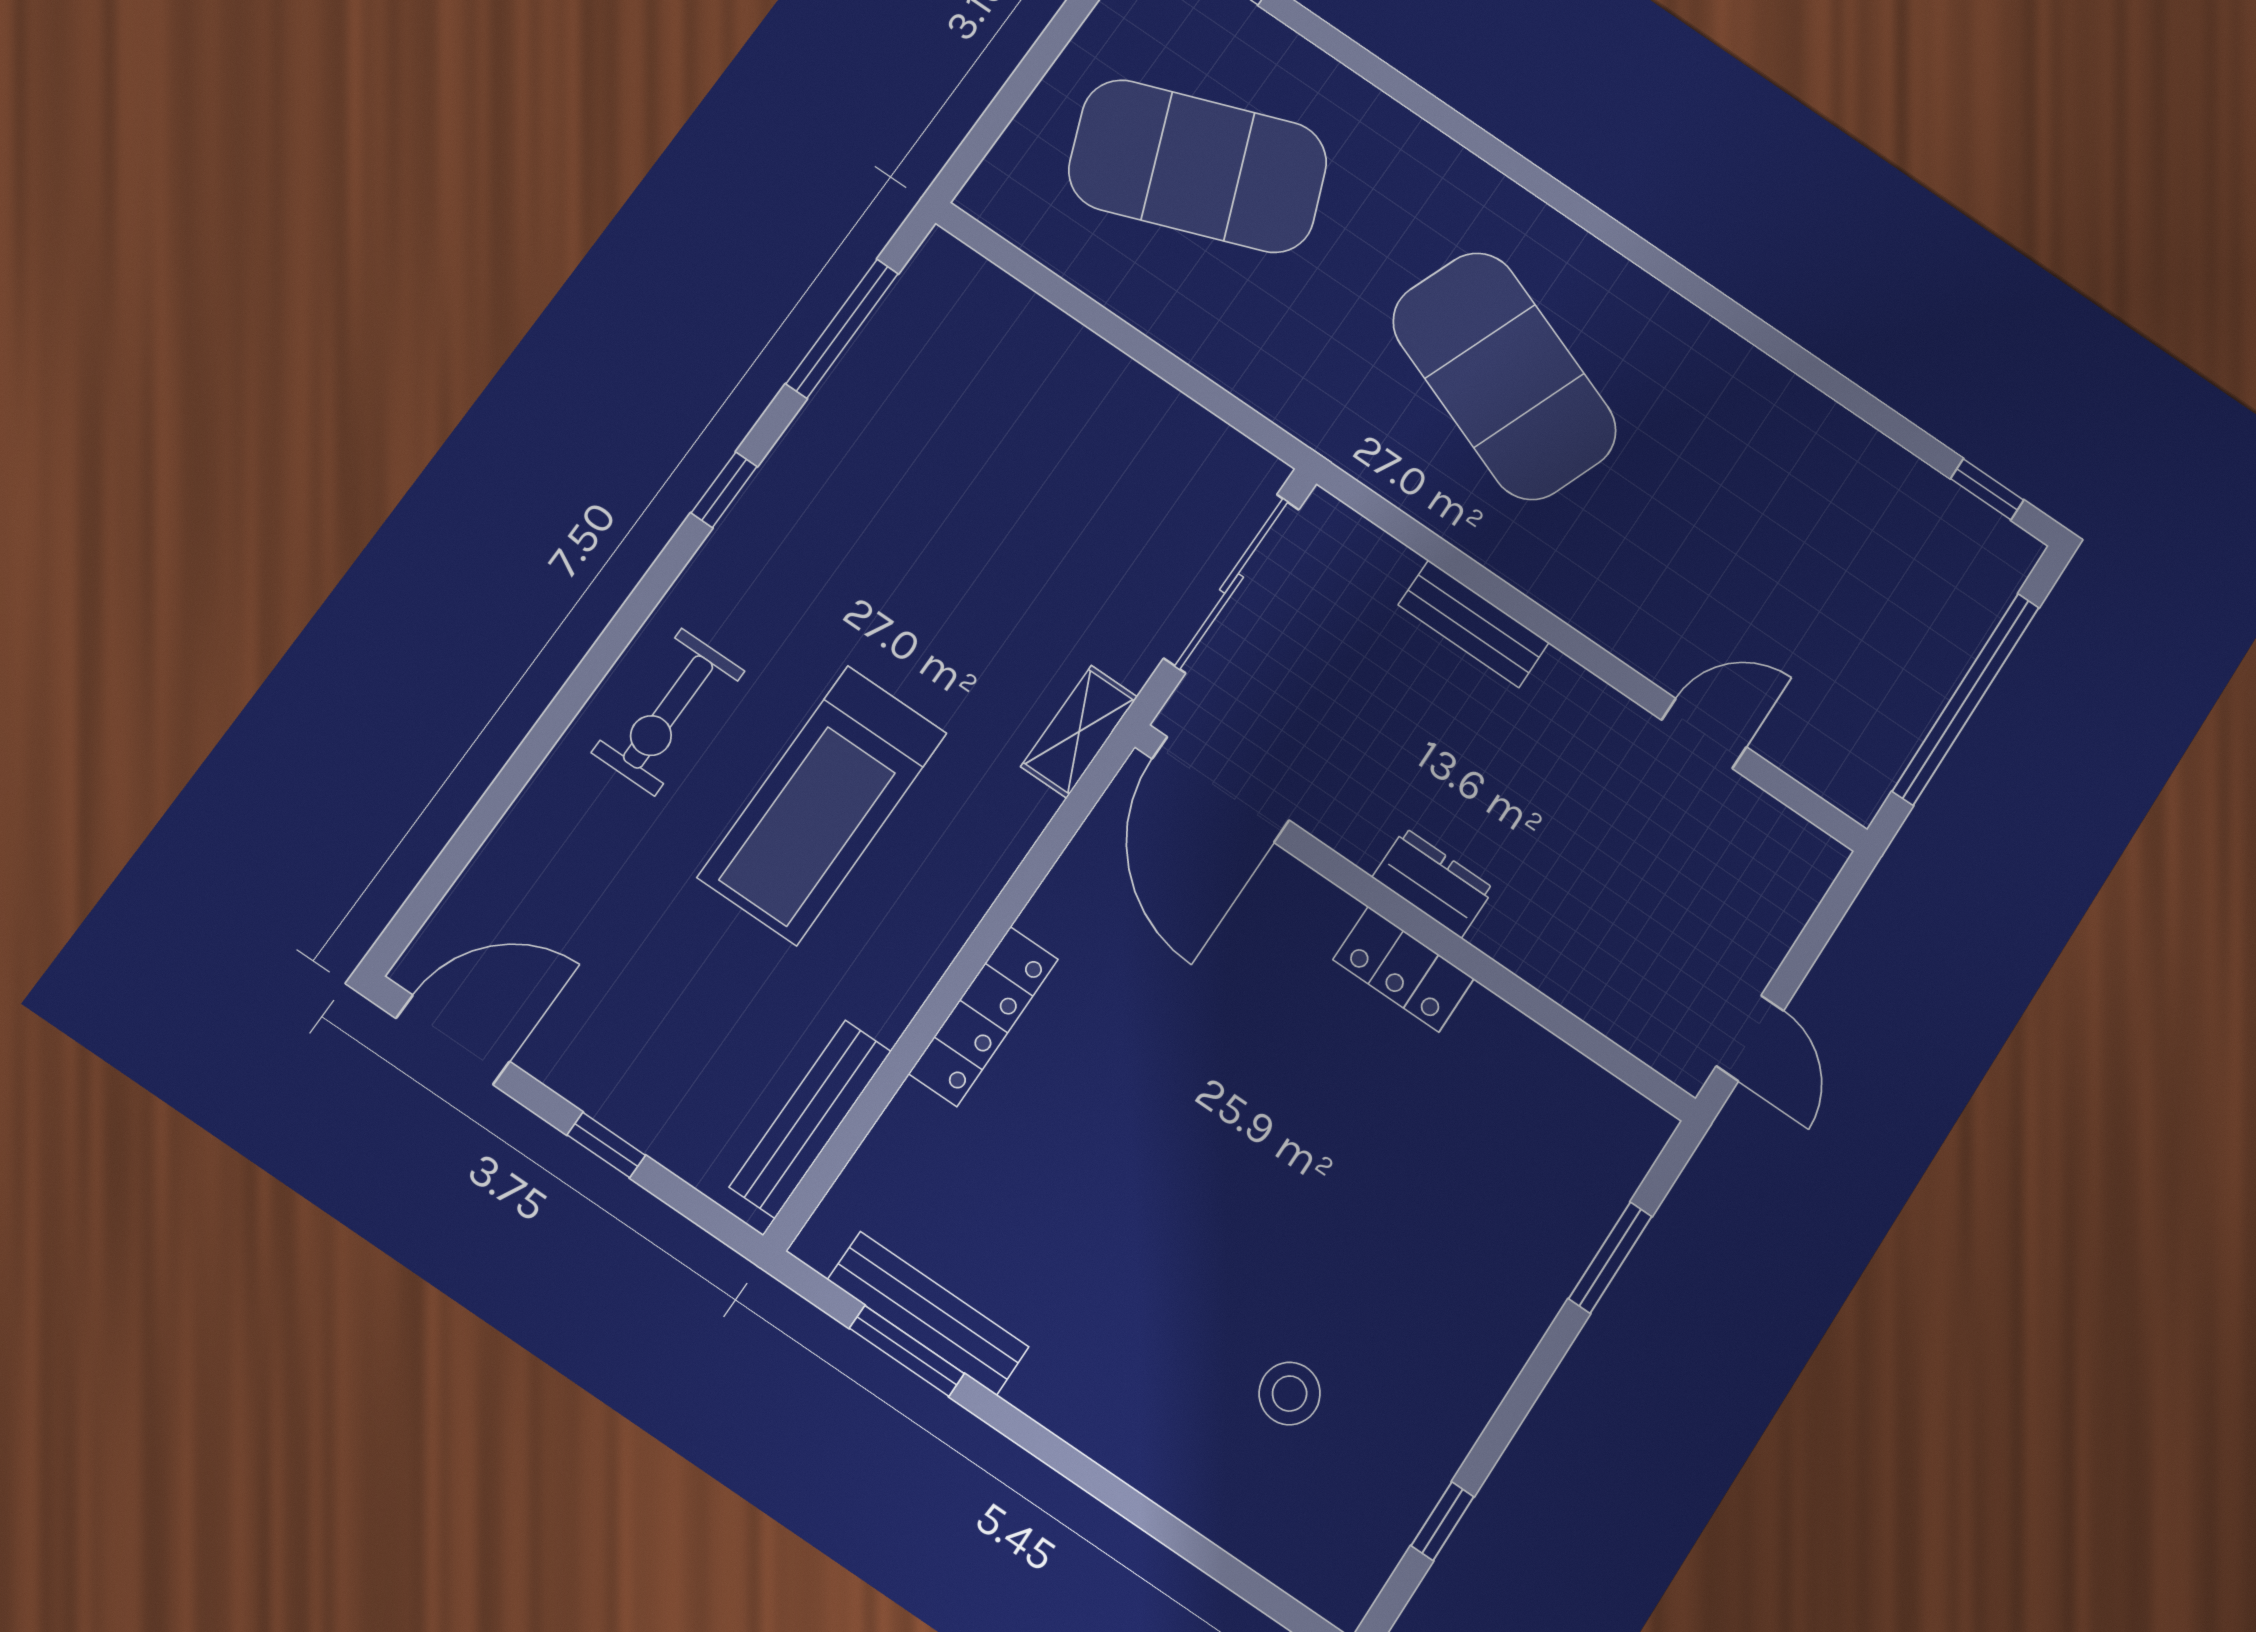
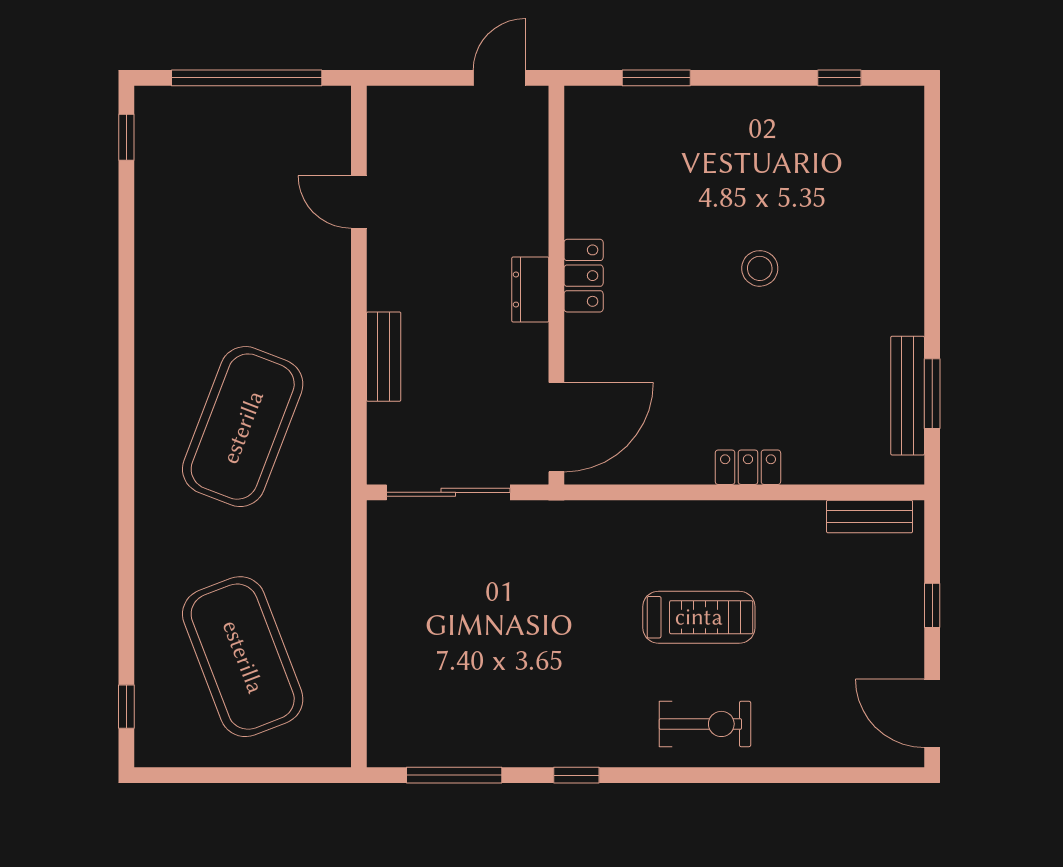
shelving: (1079, 732) -> (576, 517), removed
treadmill: (822, 805) -> (699, 617), width x0.73, depth x0.73
locker: (983, 1016) -> (748, 467), width x0.66
bench: (811, 1119) -> (870, 517), width x0.73
stool: (1290, 1394) -> (760, 268), moved

